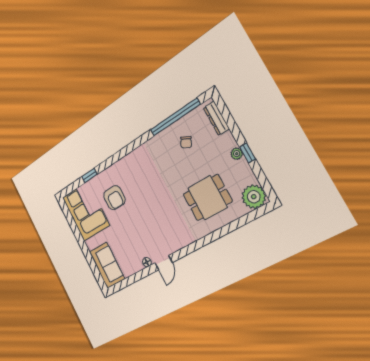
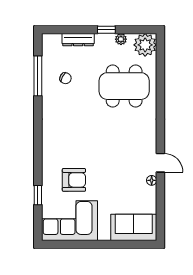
window: (175, 117) -> (38, 76), width x0.68
dresser: (216, 118) -> (78, 40), moved
plant: (237, 154) -> (121, 39), moved
dining table: (207, 198) -> (124, 86), width x1.38

